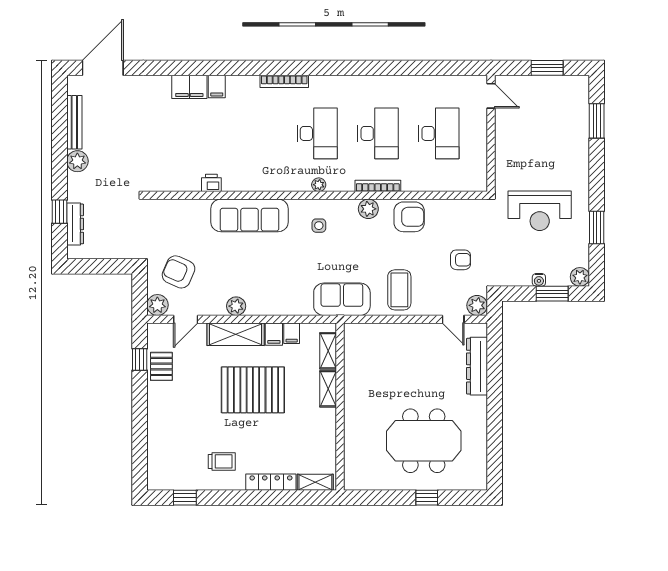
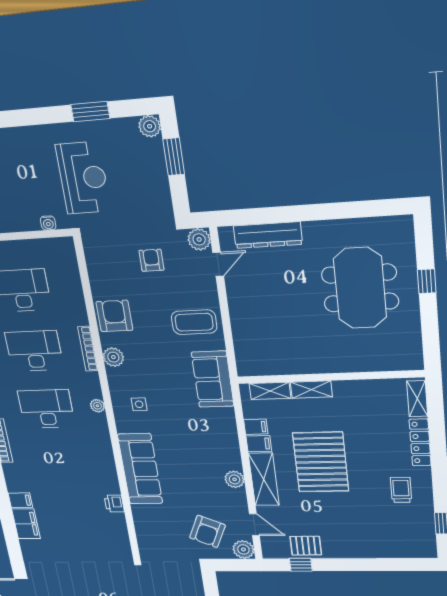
water cooler: (539, 280) -> (48, 223), moved, turned 90

